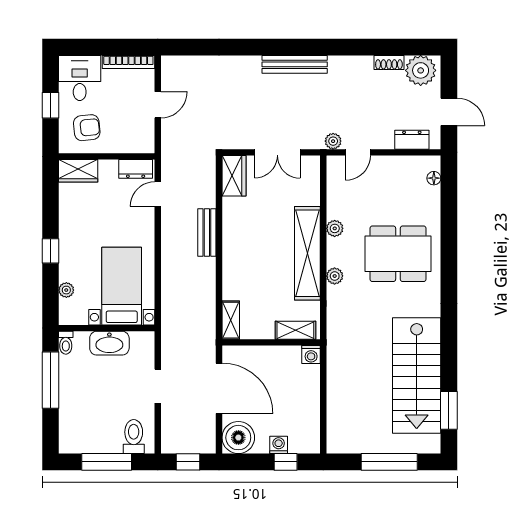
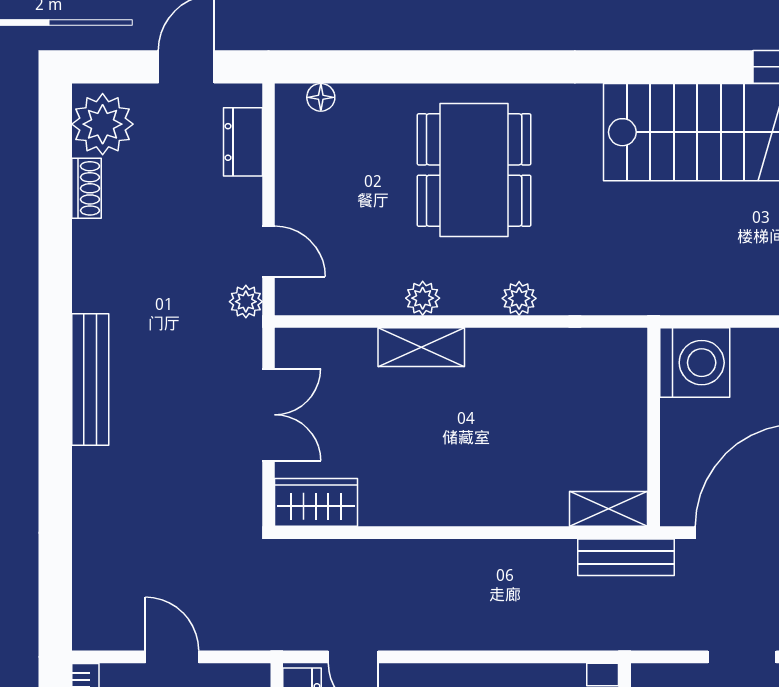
bench: (207, 233) -> (626, 557), moved
shelving: (307, 253) -> (421, 347), width x0.45, depth x0.75
shelving: (295, 330) -> (629, 378), removed
washing machine: (311, 355) -> (695, 363), width x1.89, depth x1.89

